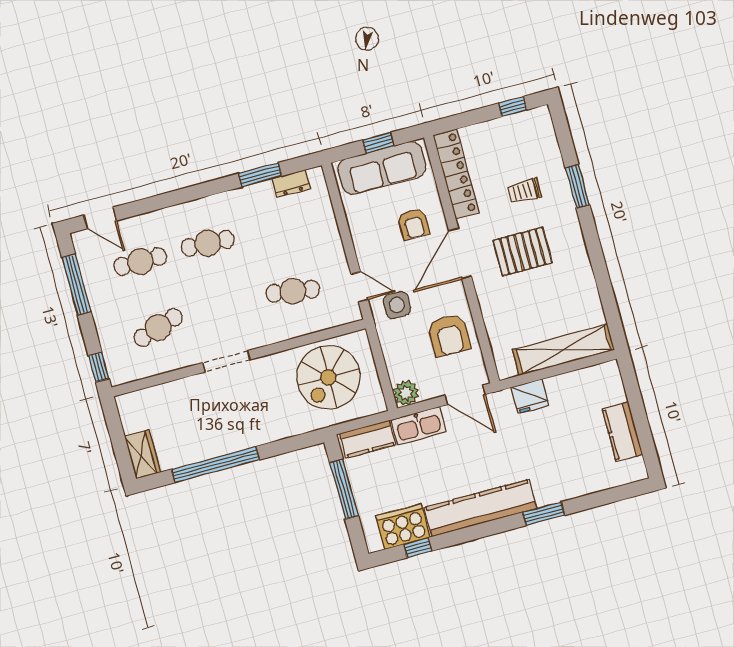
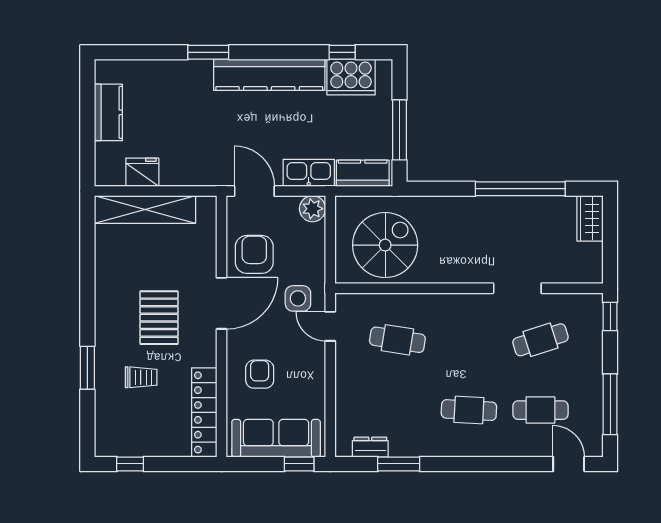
window: (378, 143) -> (299, 464), moved
pallet: (523, 252) -> (159, 318), turned 90
door: (460, 253) -> (221, 303), moved
doorway: (226, 361) -> (517, 288), moved
fridge: (530, 396) -> (142, 172), moved

